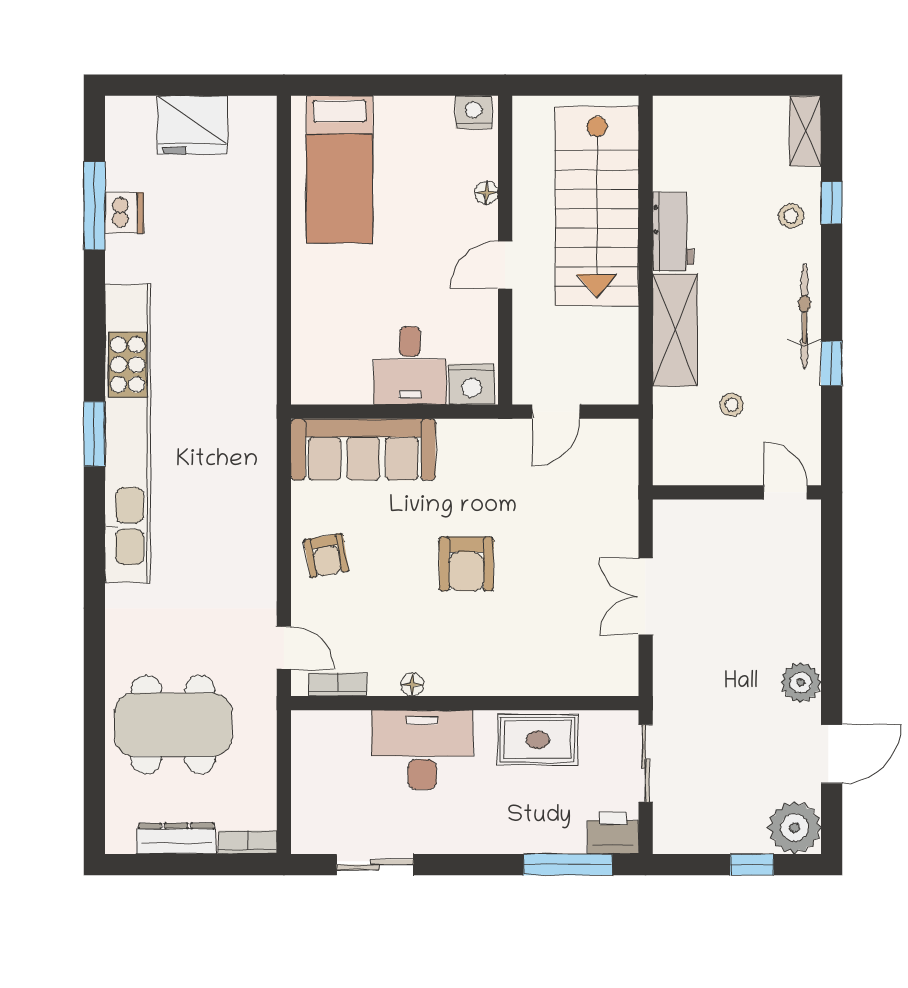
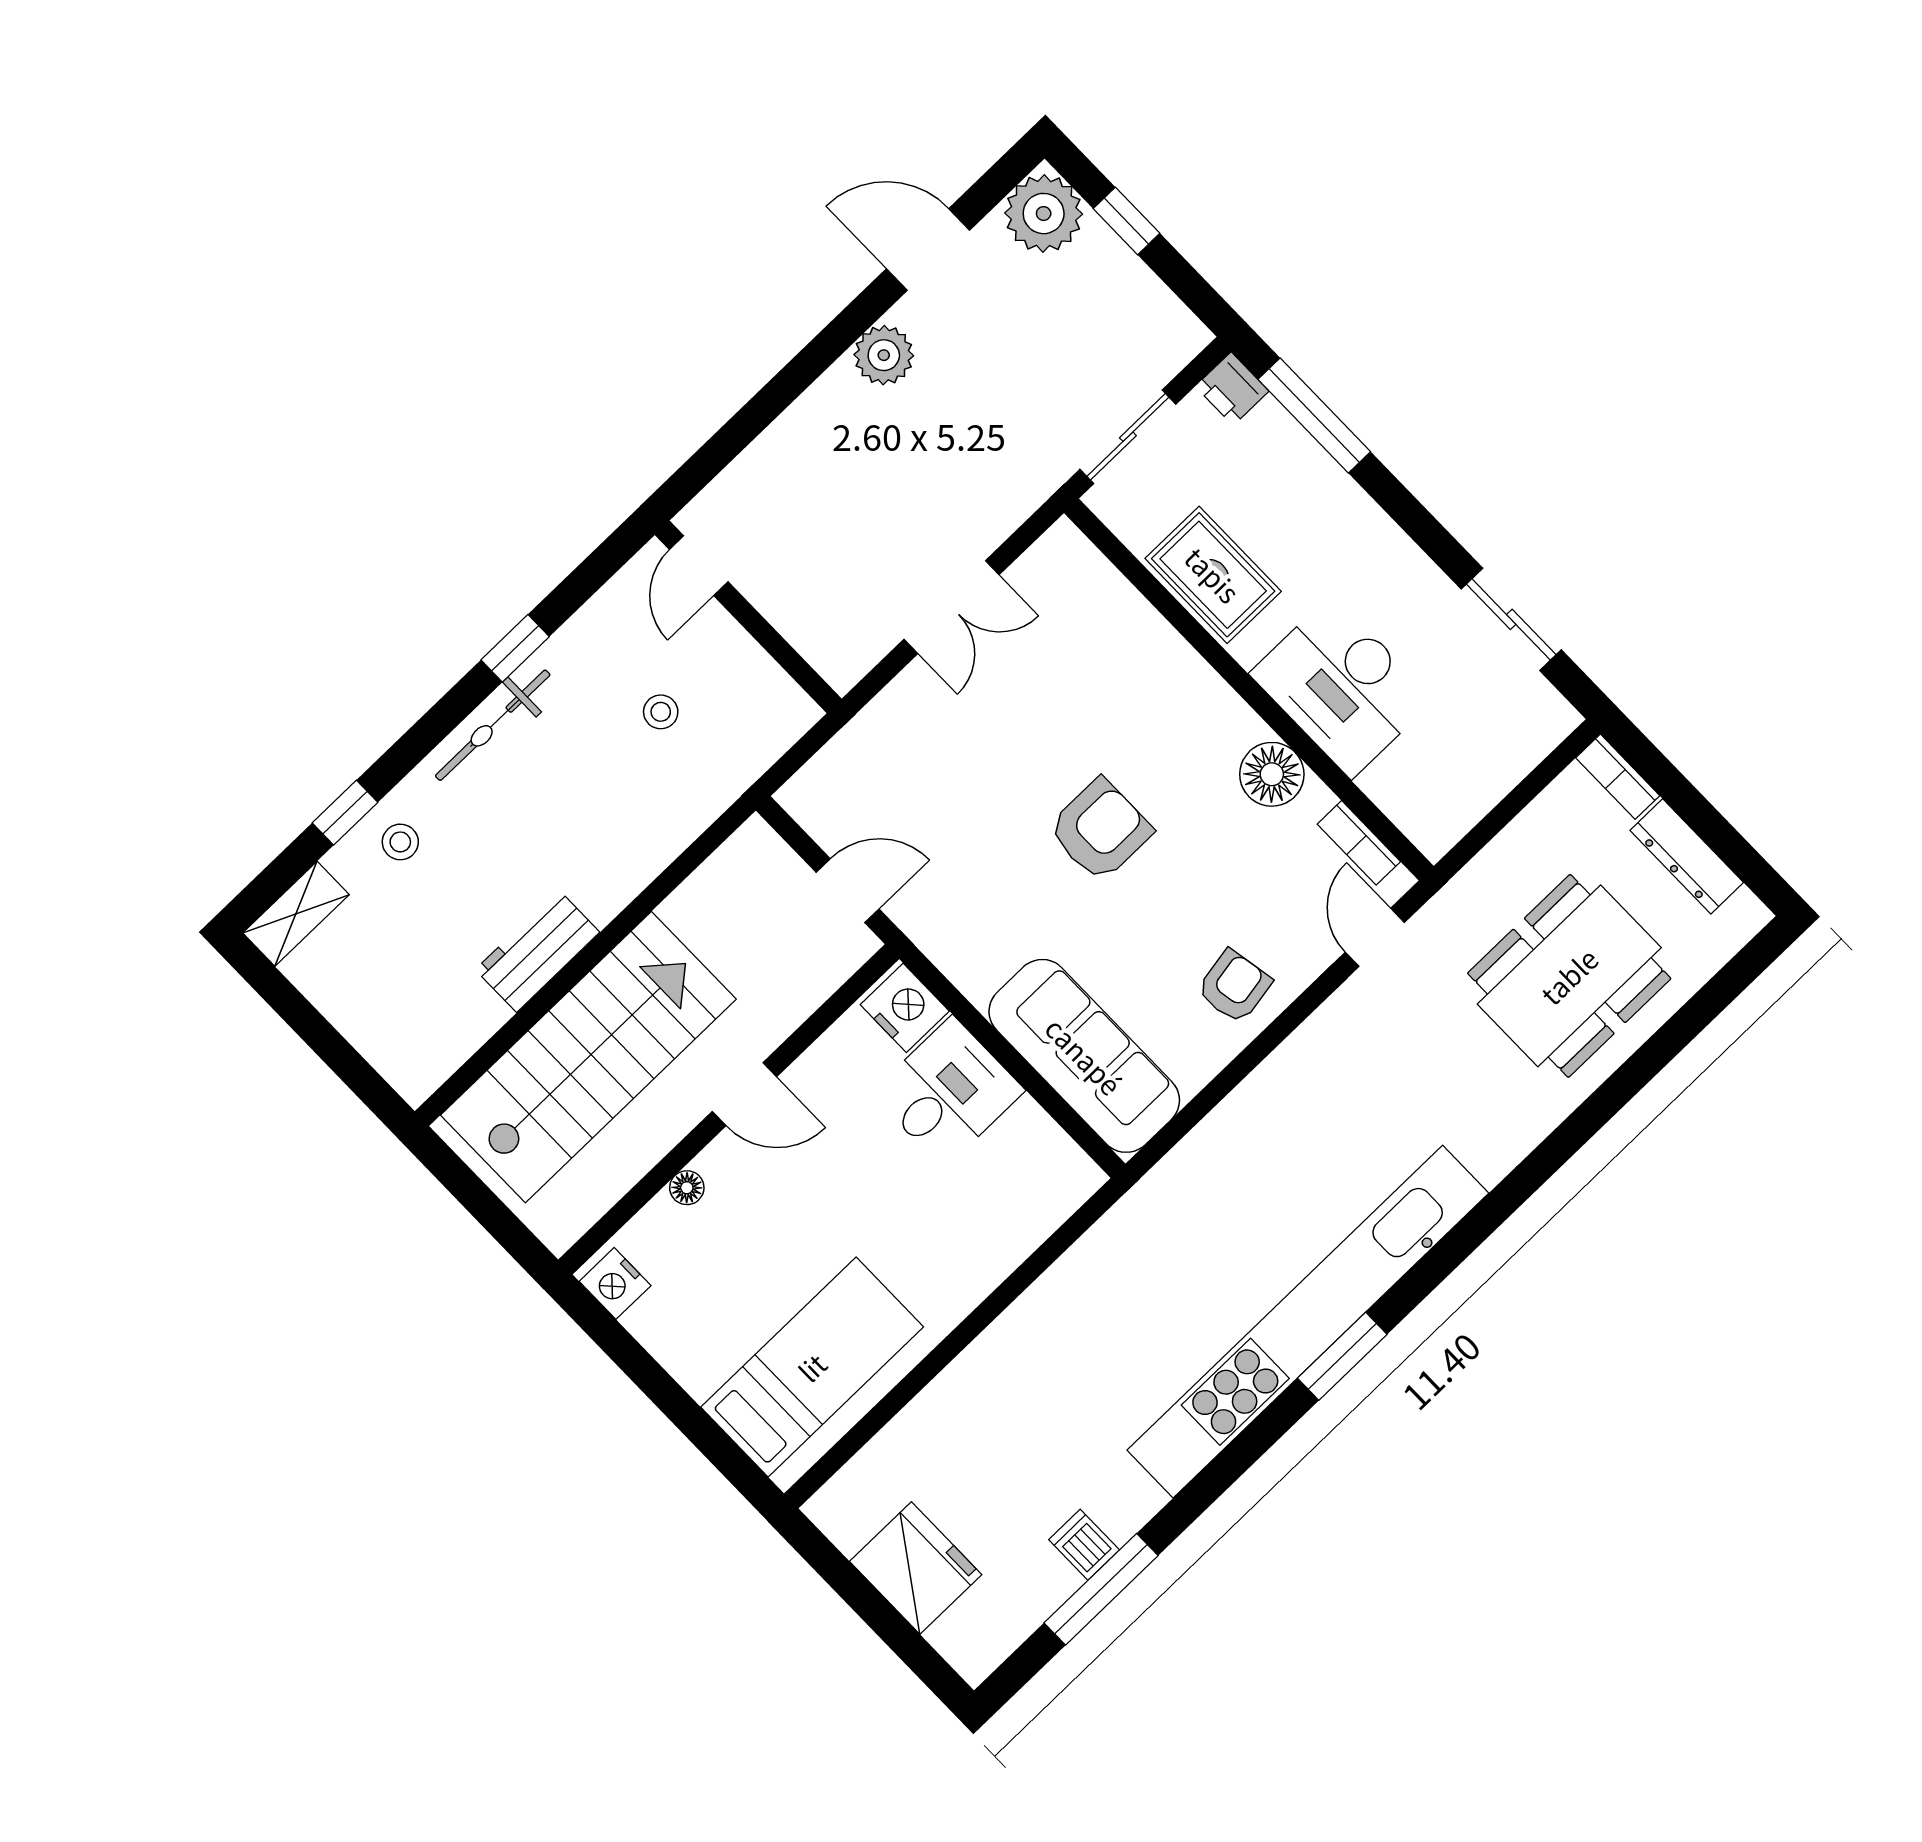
dishwasher: (124, 213) -> (1084, 1545), width x0.73
shelving: (675, 330) -> (639, 848), removed
floor lamp: (412, 685) -> (1272, 774), width x1.89, depth x1.89
dining table: (173, 725) -> (1569, 976), turned 90
printer: (613, 833) -> (1232, 389), width x0.73, depth x0.81

